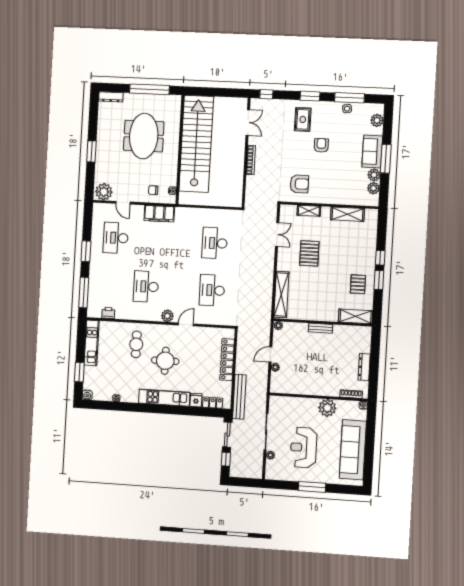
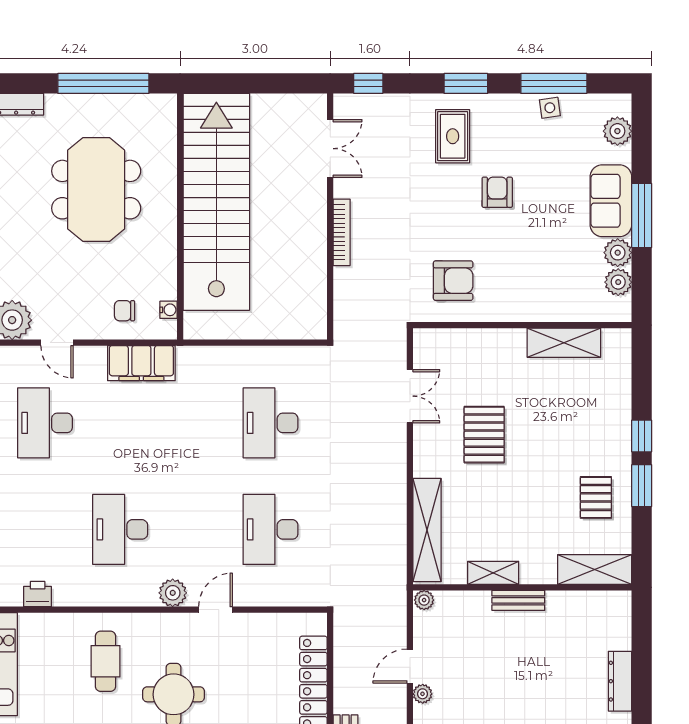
shelving: (309, 211) -> (493, 573), moved

